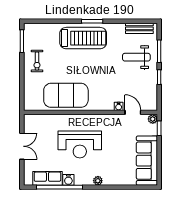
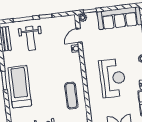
exercise mat: (66, 95) -> (71, 96), width x0.50, depth x0.69

